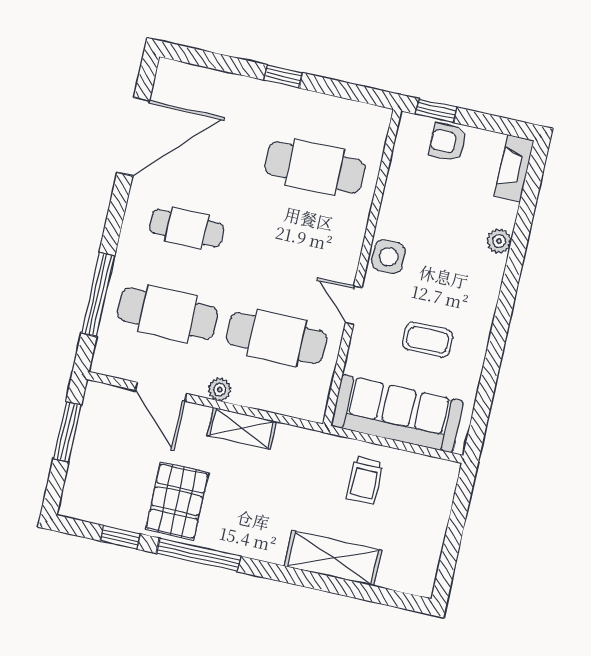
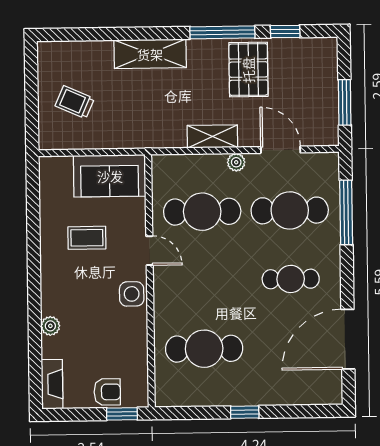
sofa: (397, 414) -> (110, 176), width x0.73
trolley: (364, 480) -> (75, 102), moved, turned -66
shelving: (333, 558) -> (150, 54), moved

